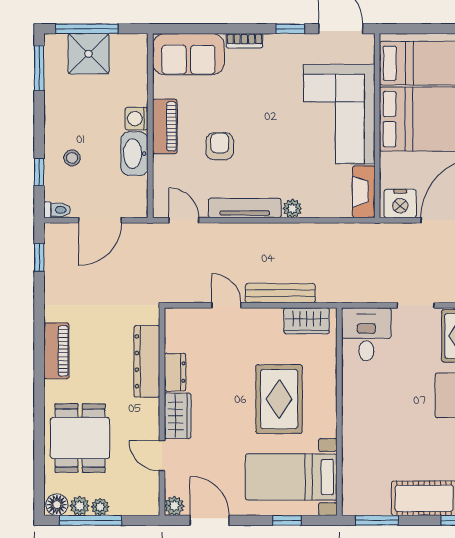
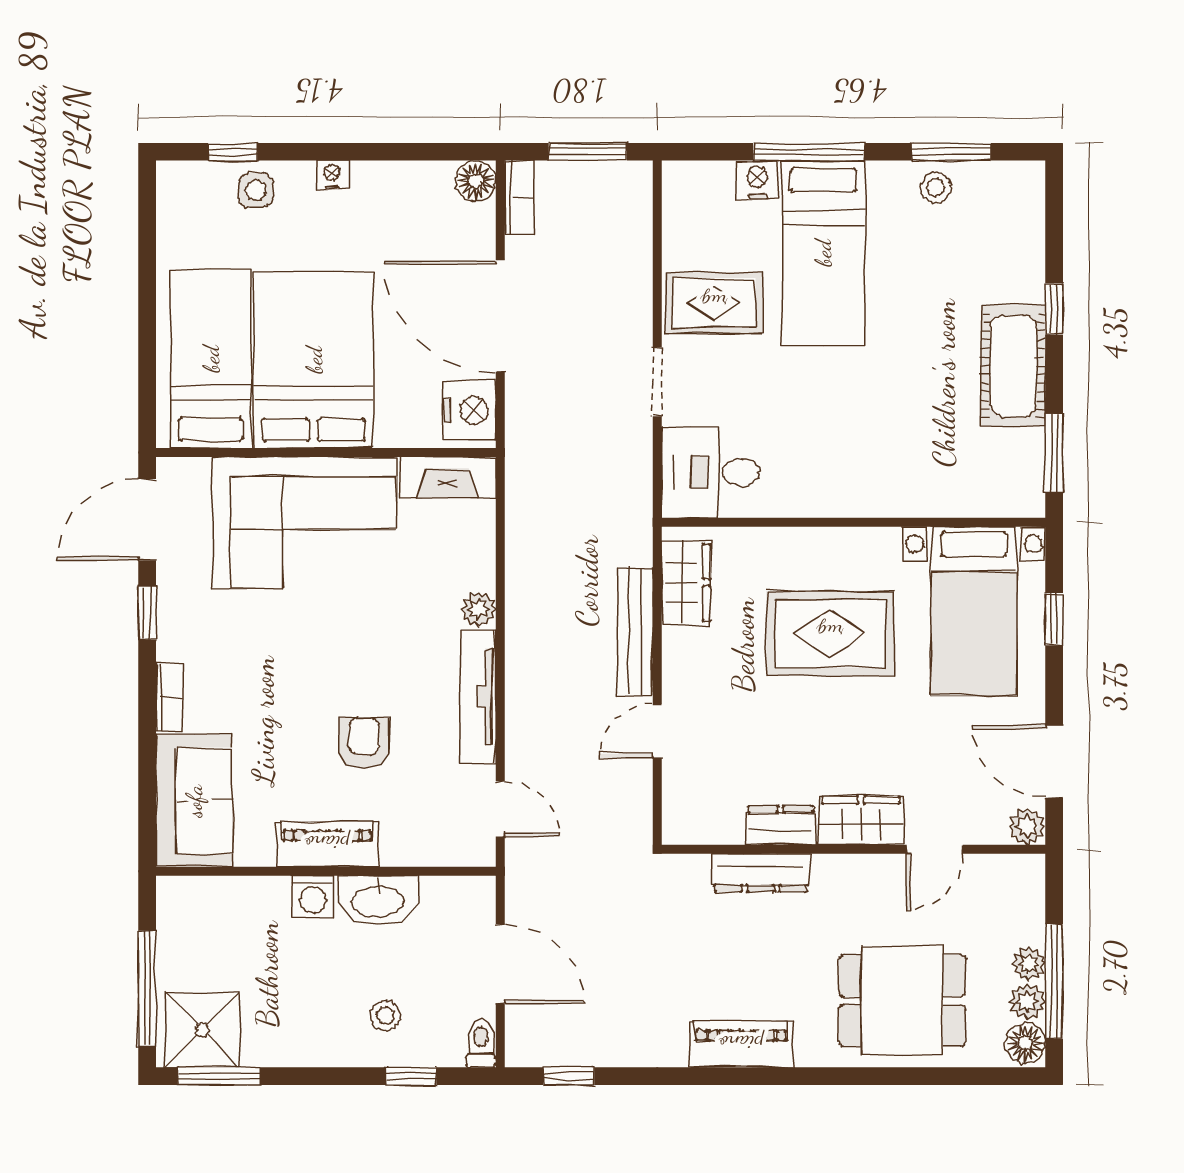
shower: (89, 54) -> (202, 1030), moved
armchair: (220, 146) -> (364, 743), turned 90
door: (184, 220) -> (500, 809), swing flipped
dresser: (147, 361) -> (761, 873), width x0.73, depth x0.80
door: (210, 520) -> (1054, 761), hinge flipped

